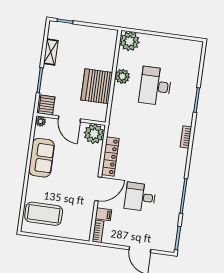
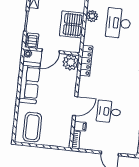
door: (69, 119) -> (51, 51), hinge flipped
locker: (110, 156) -> (86, 61), moved
sofa: (42, 158) -> (29, 83), width x1.36
coffee table: (44, 214) -> (32, 127), turned 90

